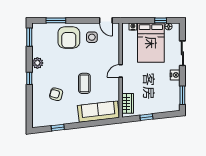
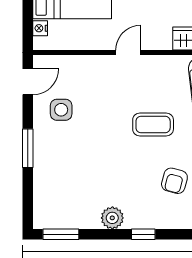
window: (56, 20) -> (28, 148), moved
armchair: (69, 37) -> (62, 156), removed
door: (121, 71) -> (128, 53), swing flipped

